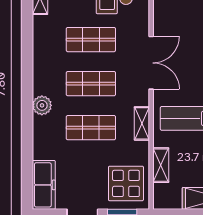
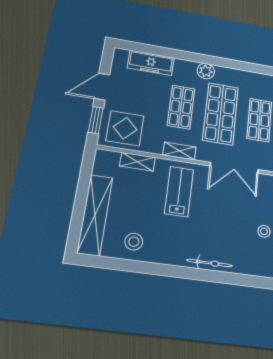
shop shelf: (91, 84) -> (221, 114), width x1.43, depth x1.36
freezer: (44, 185) -> (151, 63), moved

